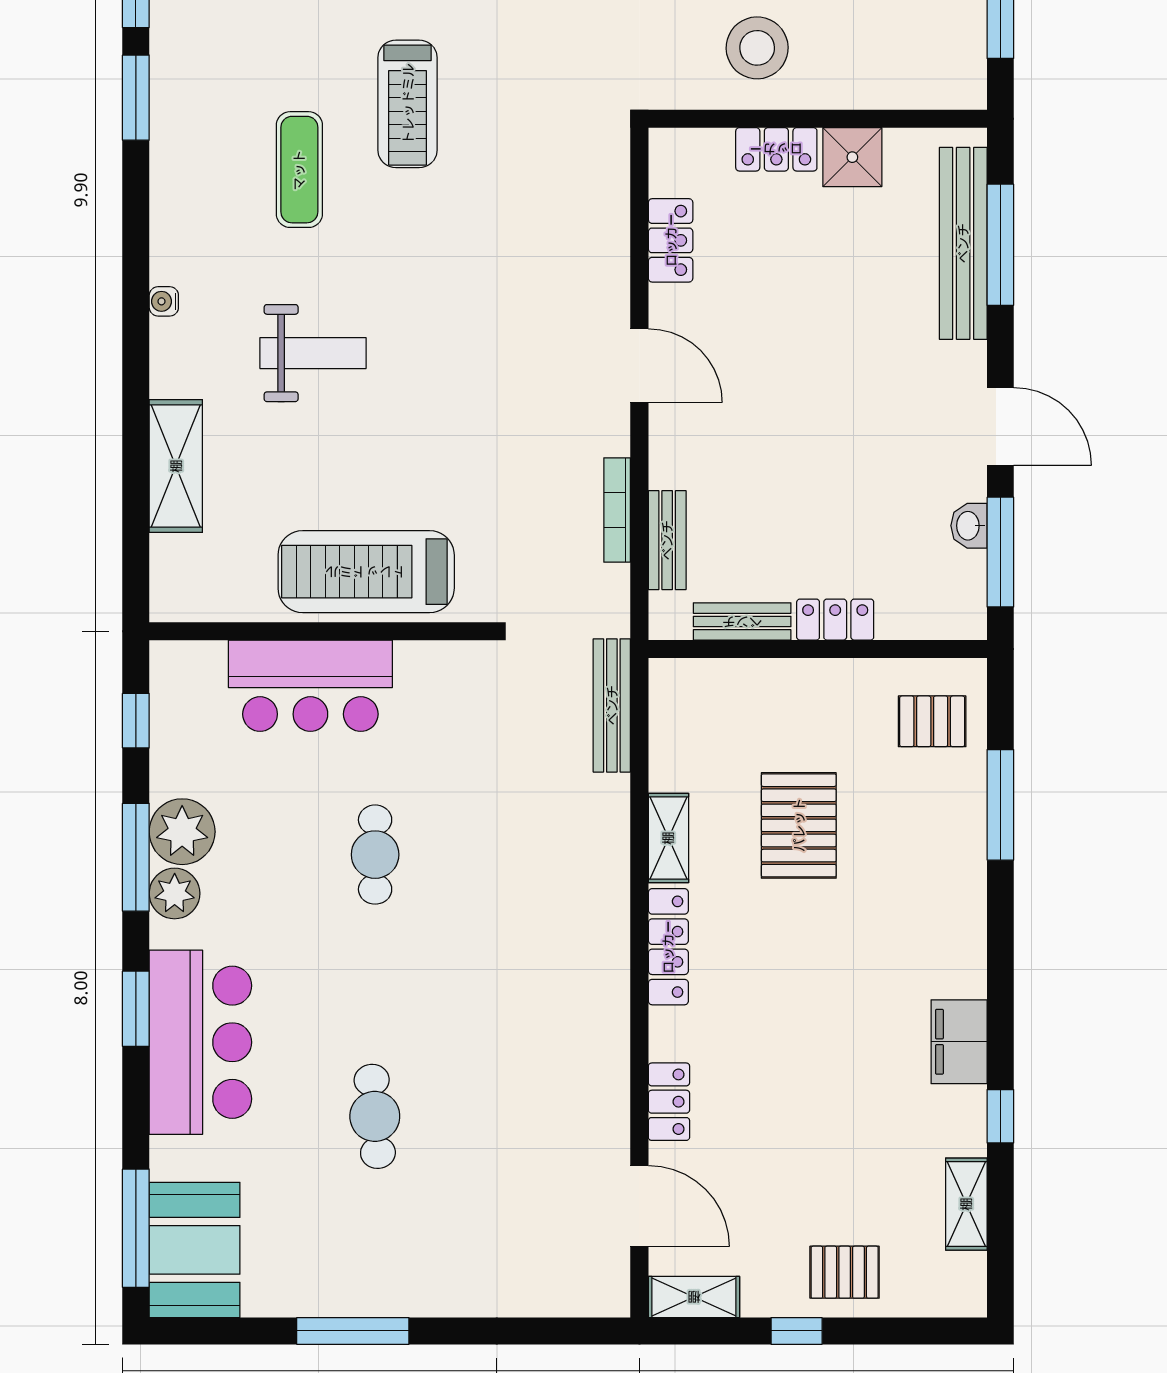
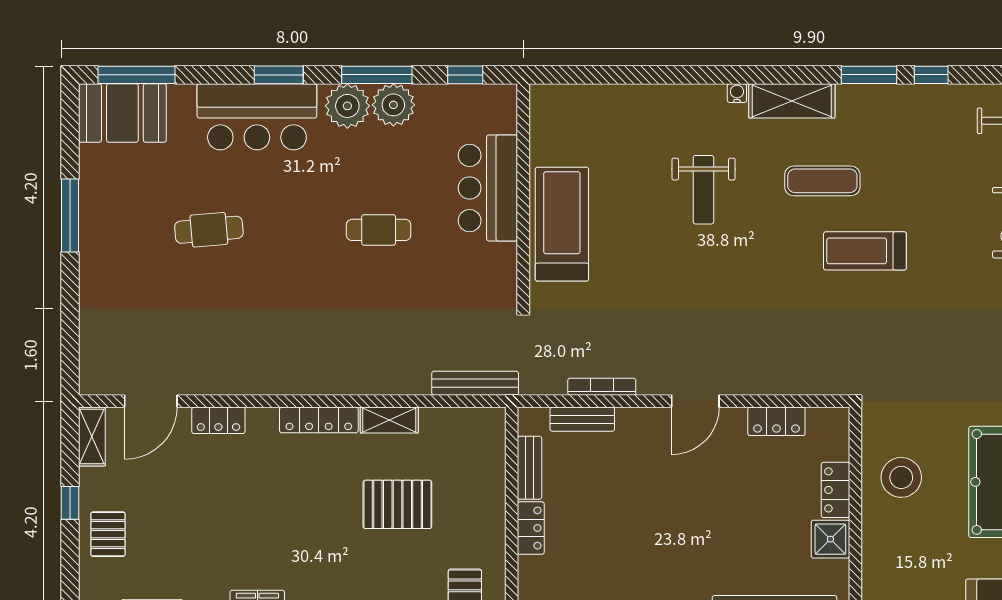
shelving: (176, 466) -> (792, 101), moved
plant: (175, 893) -> (347, 106), width x1.36, depth x1.36

